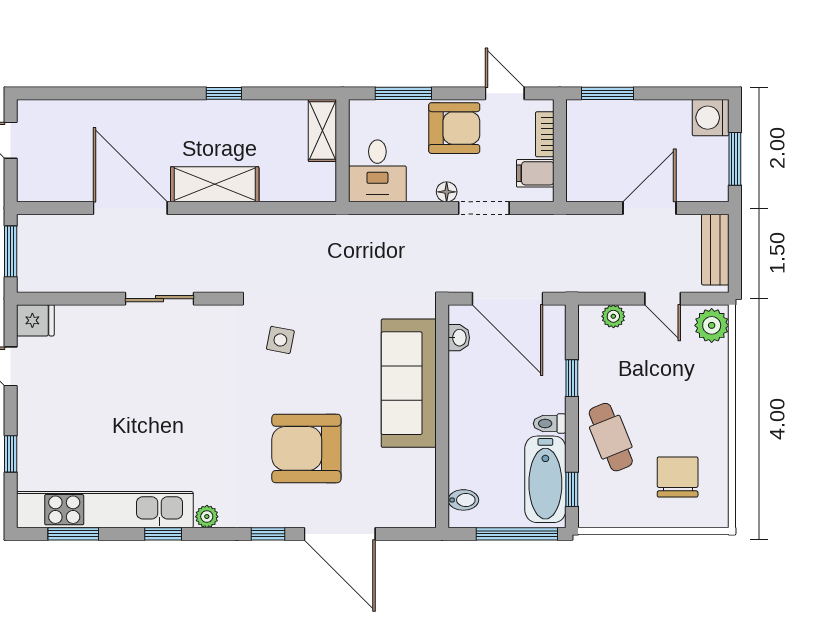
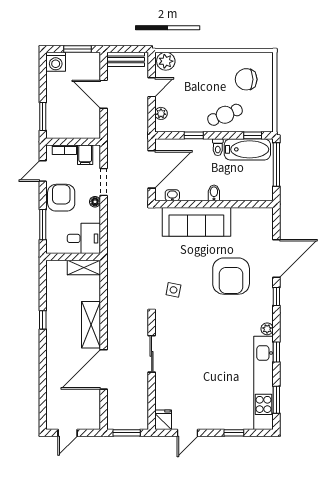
shelving: (322, 130) -> (84, 268), moved
bidet: (463, 500) -> (214, 193), moved

